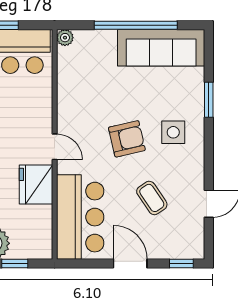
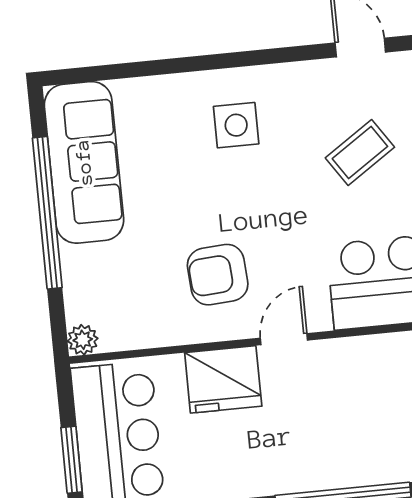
window: (209, 100) -> (170, 66), removed
armchair: (127, 139) -> (218, 275), moved, turned -81
fridge: (36, 185) -> (223, 379), moved

